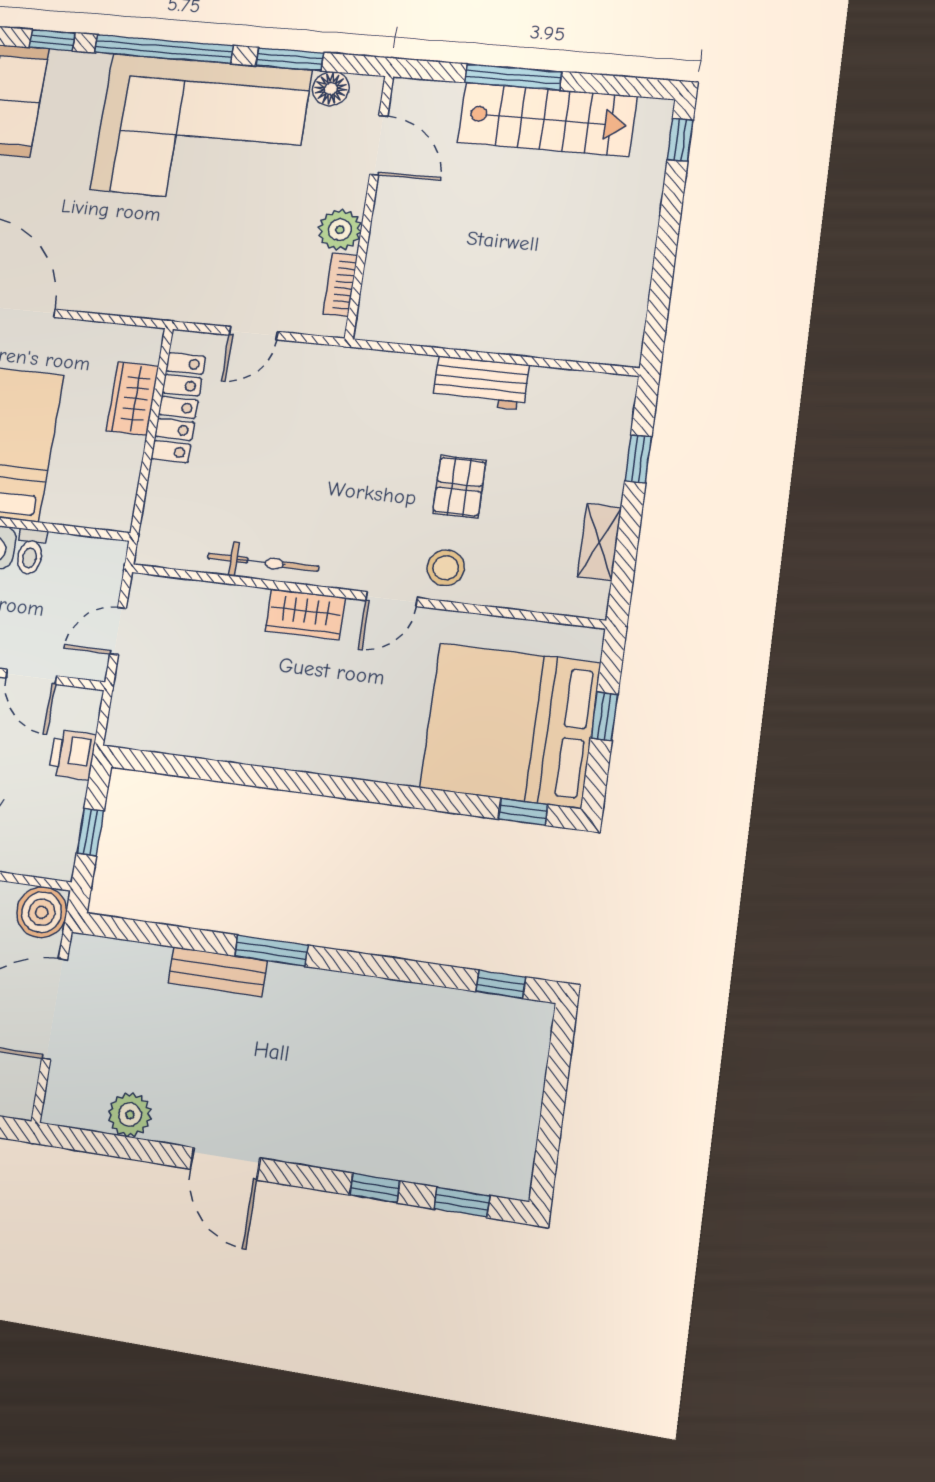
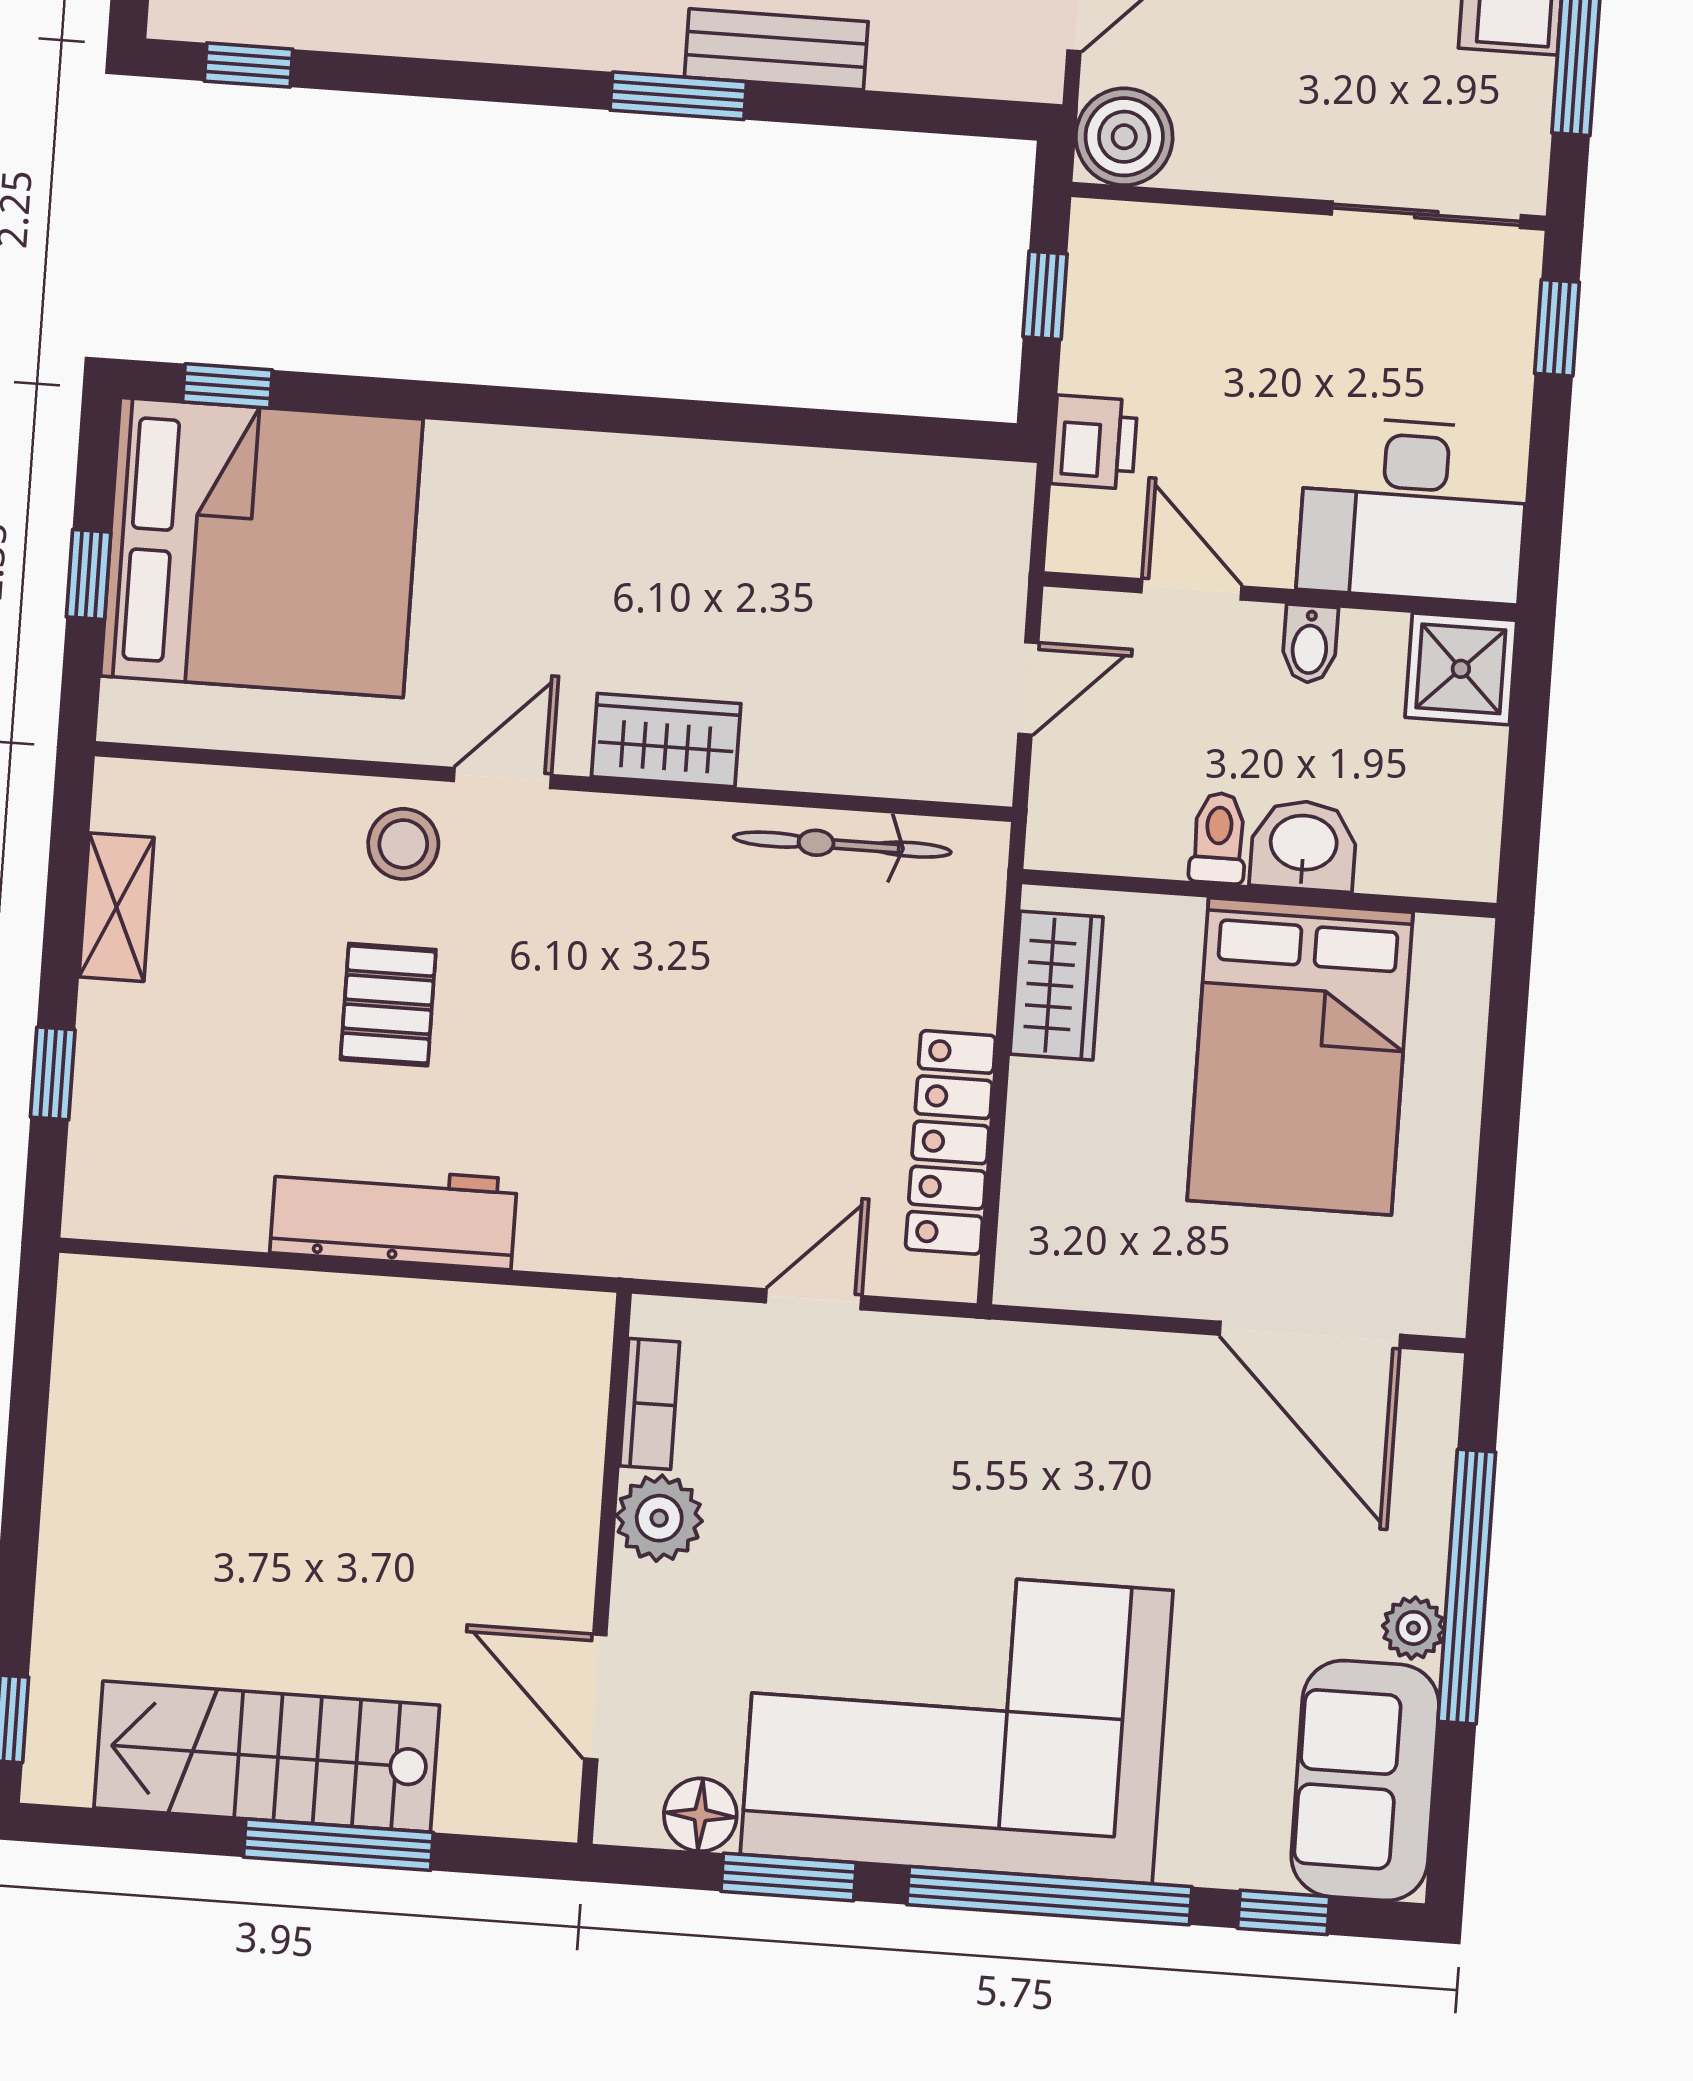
workbench: (481, 383) -> (394, 1216), width x1.38
wardrobe: (132, 399) -> (1056, 986), moved
bicycle: (263, 562) -> (842, 845), moved

